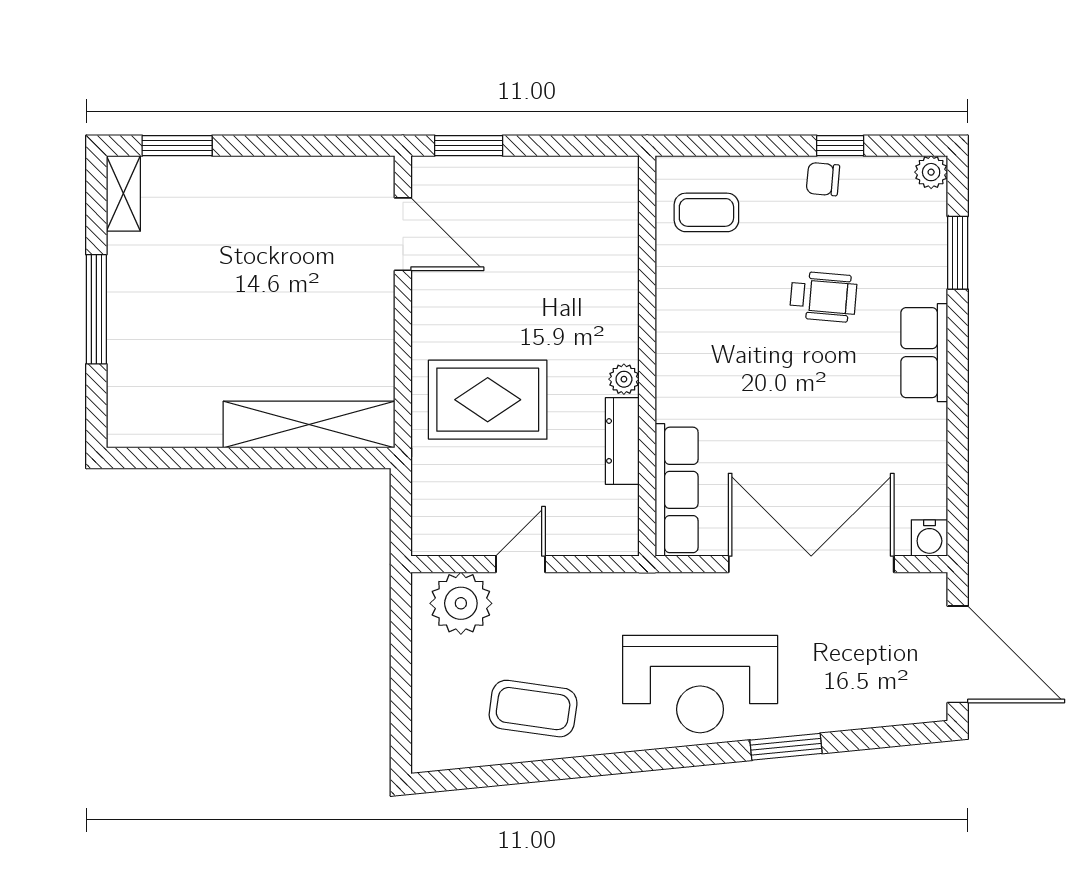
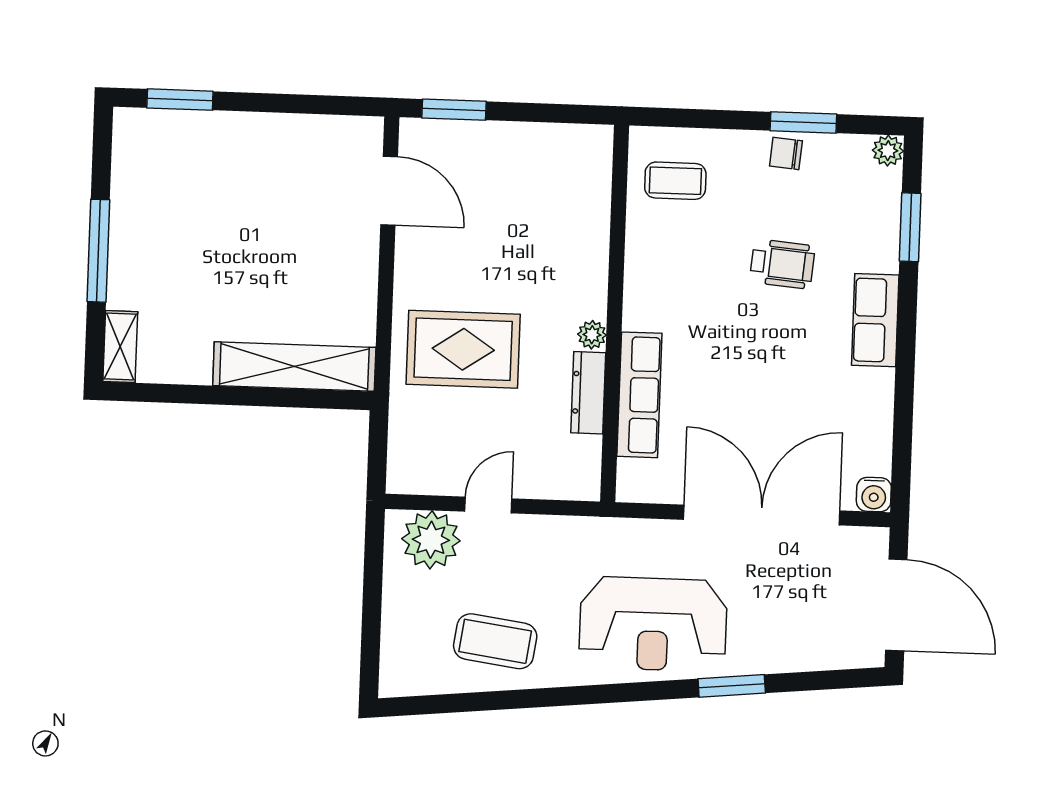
window: (840, 146) -> (803, 122), width x1.50
shelving: (123, 193) -> (120, 347), moved
row of seats: (677, 490) -> (639, 395), moved

